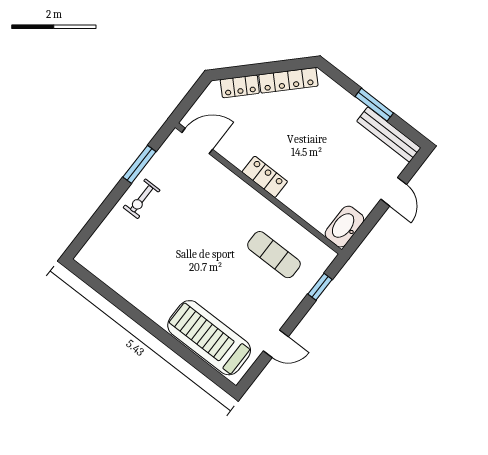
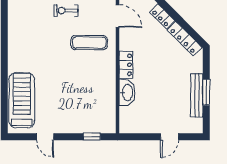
bench: (389, 135) -> (197, 95), moved
washbasin: (344, 227) -> (127, 93), moved, turned 90
exercise mat: (274, 255) -> (89, 43), moved, turned 90

